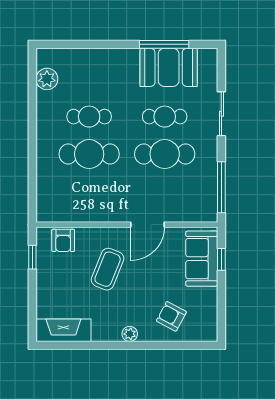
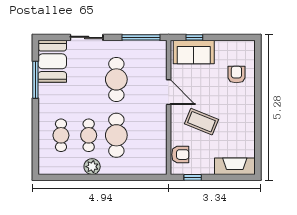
booth: (169, 67) -> (52, 61), moved
plant: (47, 79) -> (92, 167), moved
cafe table: (165, 117) -> (61, 135), moved
armchair: (171, 316) -> (236, 74), turned 152
fireplace: (63, 330) -> (235, 166), moved, turned 90
plant: (130, 334) -> (249, 105), removed

